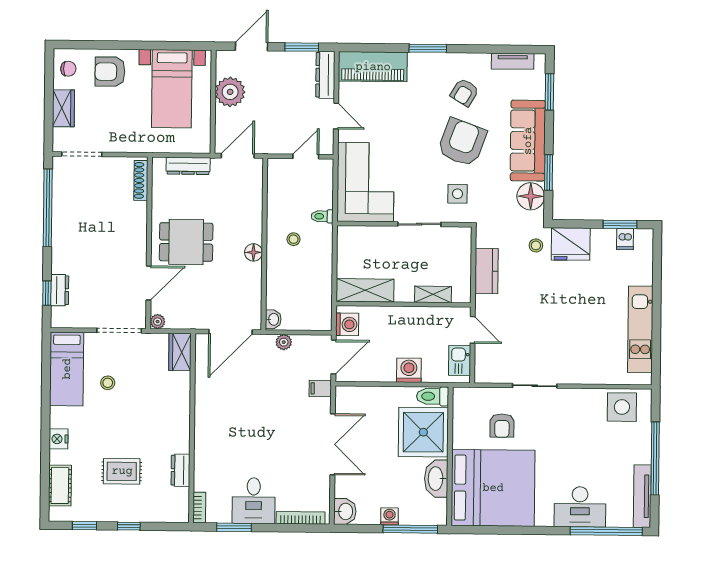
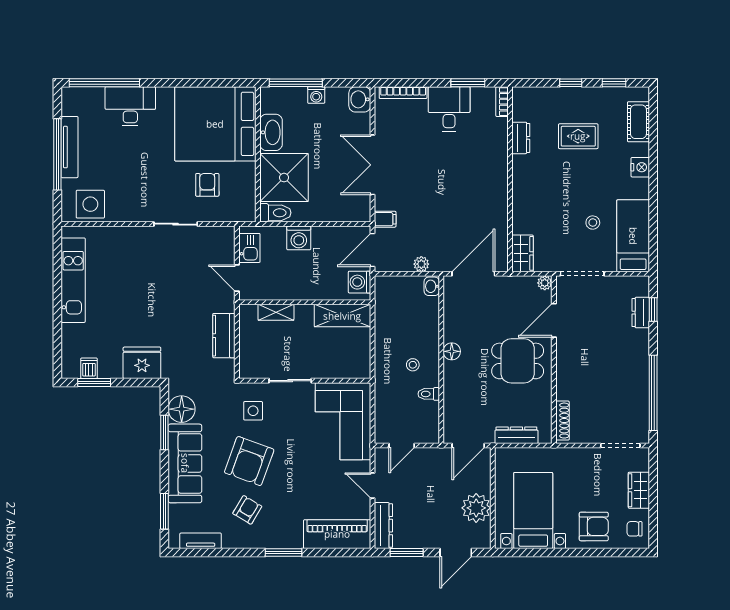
toilet: (322, 216) -> (429, 394), moved, turned 180
stool: (536, 245) -> (176, 361), removed
tv unit: (642, 496) -> (70, 147), moved

